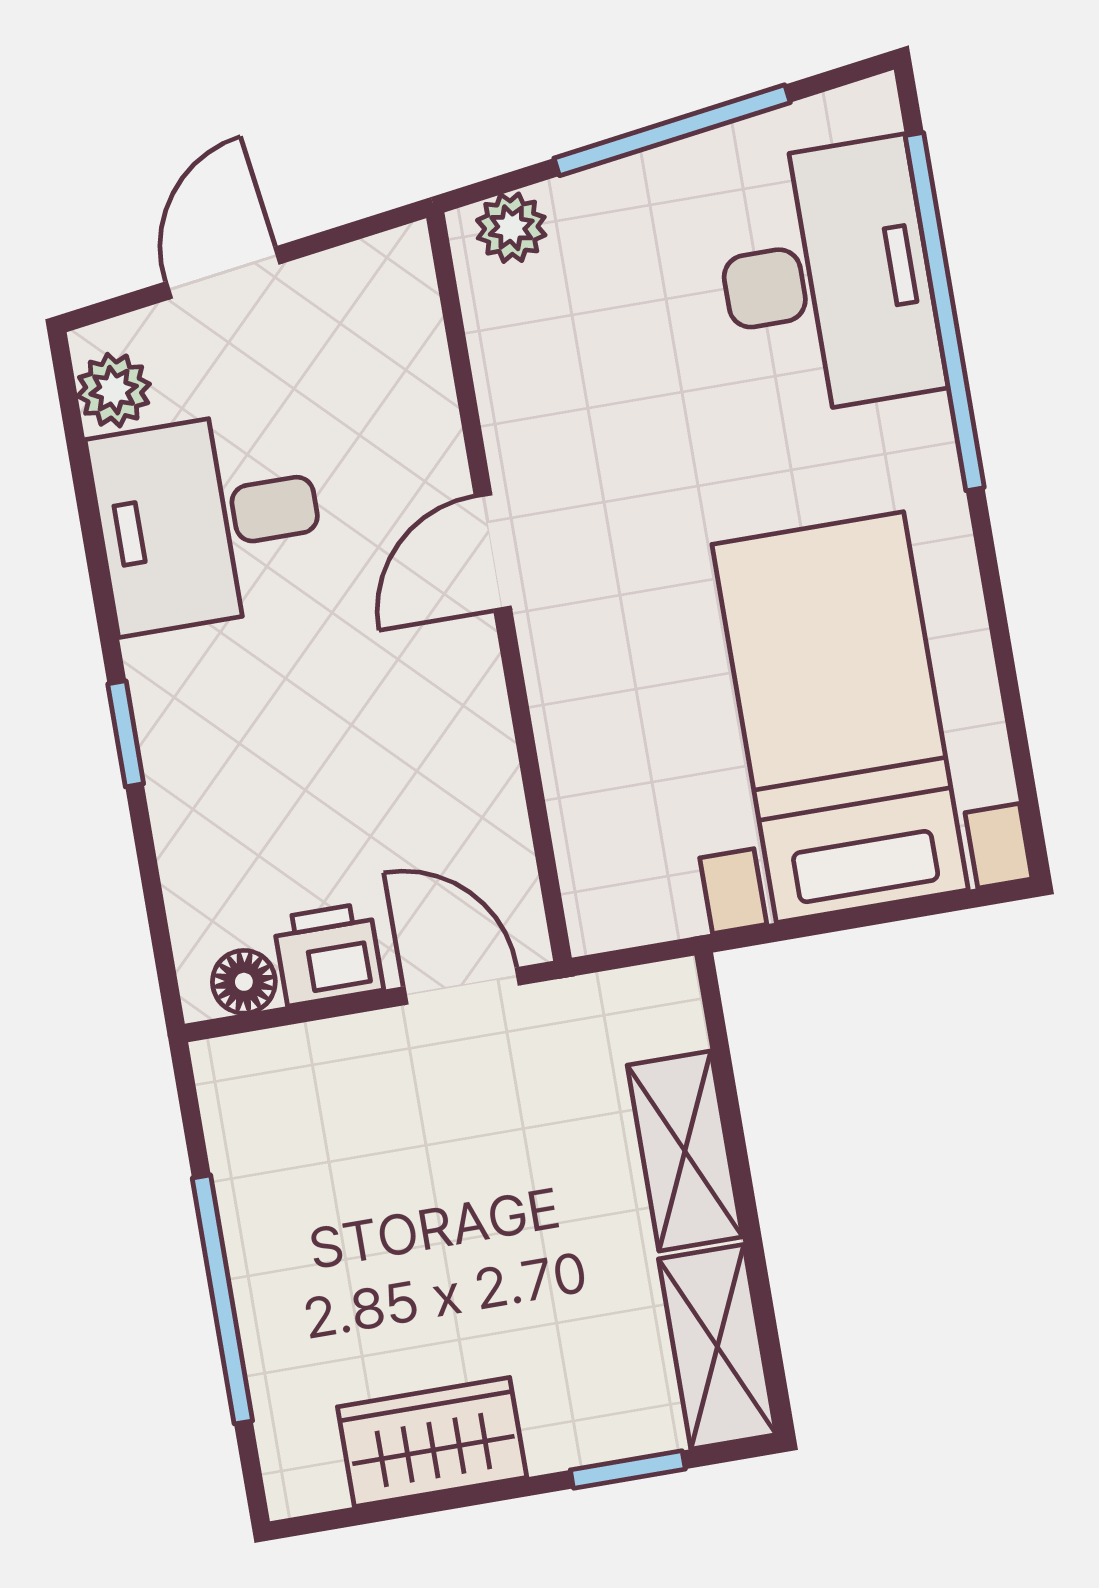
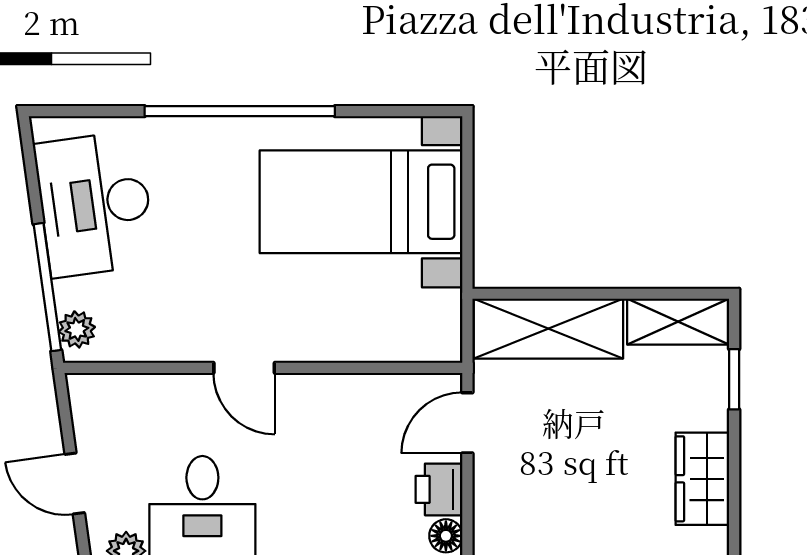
window: (672, 130) -> (47, 287), moved
desk: (827, 278) -> (95, 204), moved, turned -98
window: (945, 312) -> (240, 111), moved
shelving: (685, 1151) -> (548, 329), width x1.50, depth x1.33

